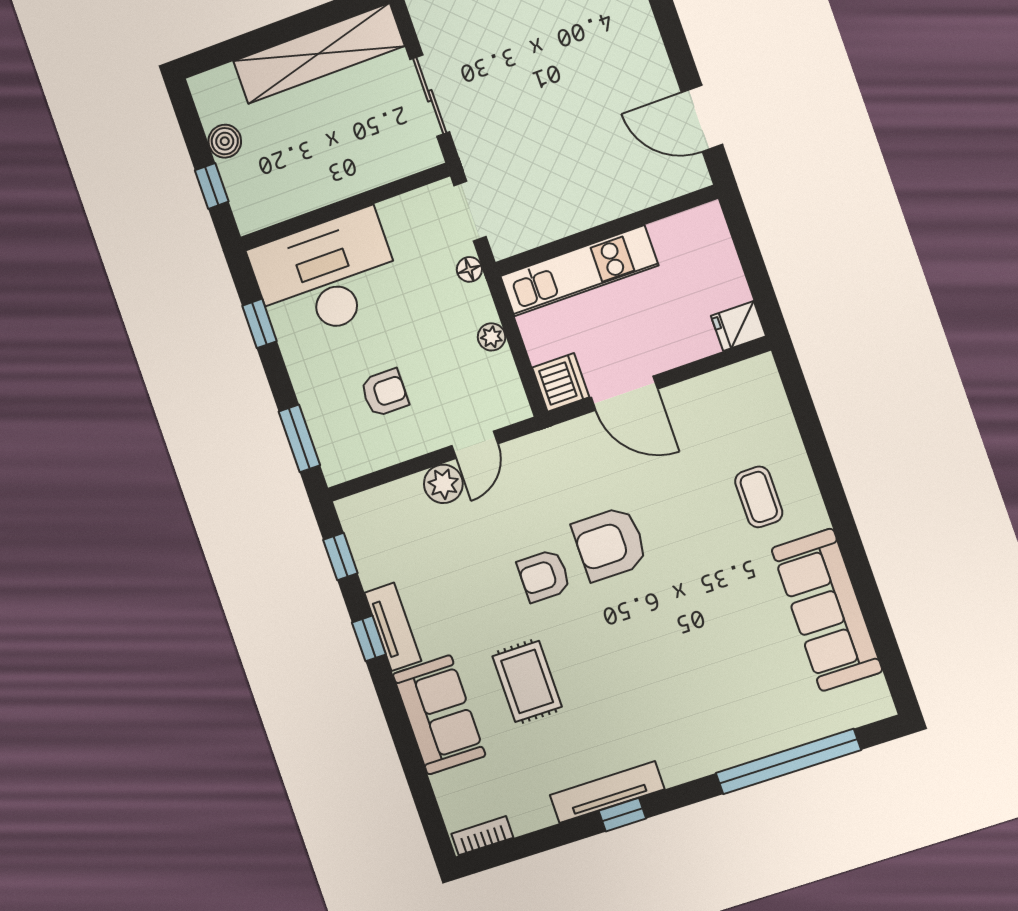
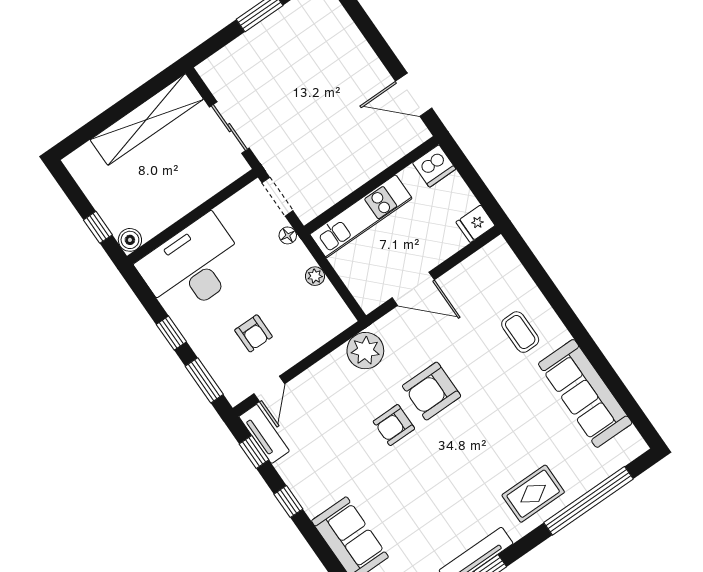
boiler: (225, 141) -> (130, 240), moved
window: (259, 323) -> (171, 333), moved
dishwasher: (561, 382) -> (434, 166), moved, turned 90
armchair: (385, 393) -> (253, 333), turned 90
door: (475, 445) -> (269, 389), moved
plant: (443, 484) -> (365, 351), moved, width x1.36, depth x1.36
tv unit: (393, 627) -> (264, 434), moved
rug: (527, 681) -> (533, 494), moved, turned 90

